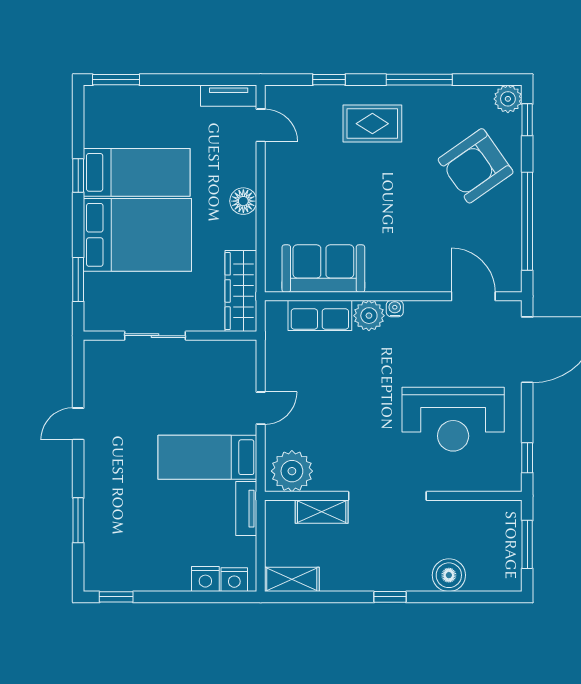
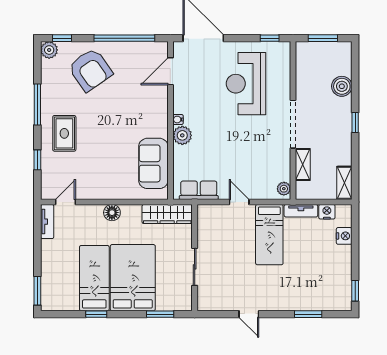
row of seats: (320, 315) -> (199, 190), moved, turned -90
reception desk: (453, 419) -> (246, 84), turned 180
plant: (292, 471) -> (284, 189), width x0.53, depth x0.53
nightstand: (234, 580) -> (327, 212), moved, turned -90

